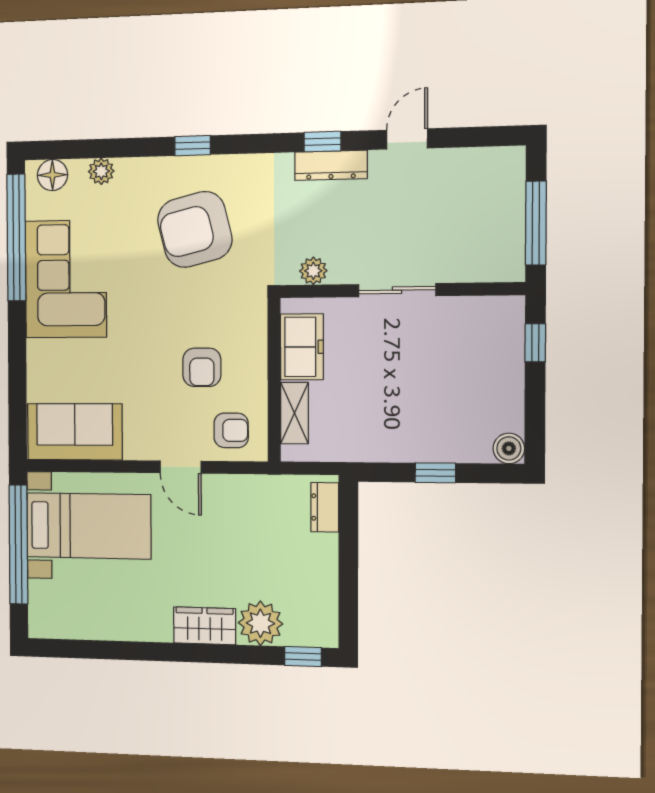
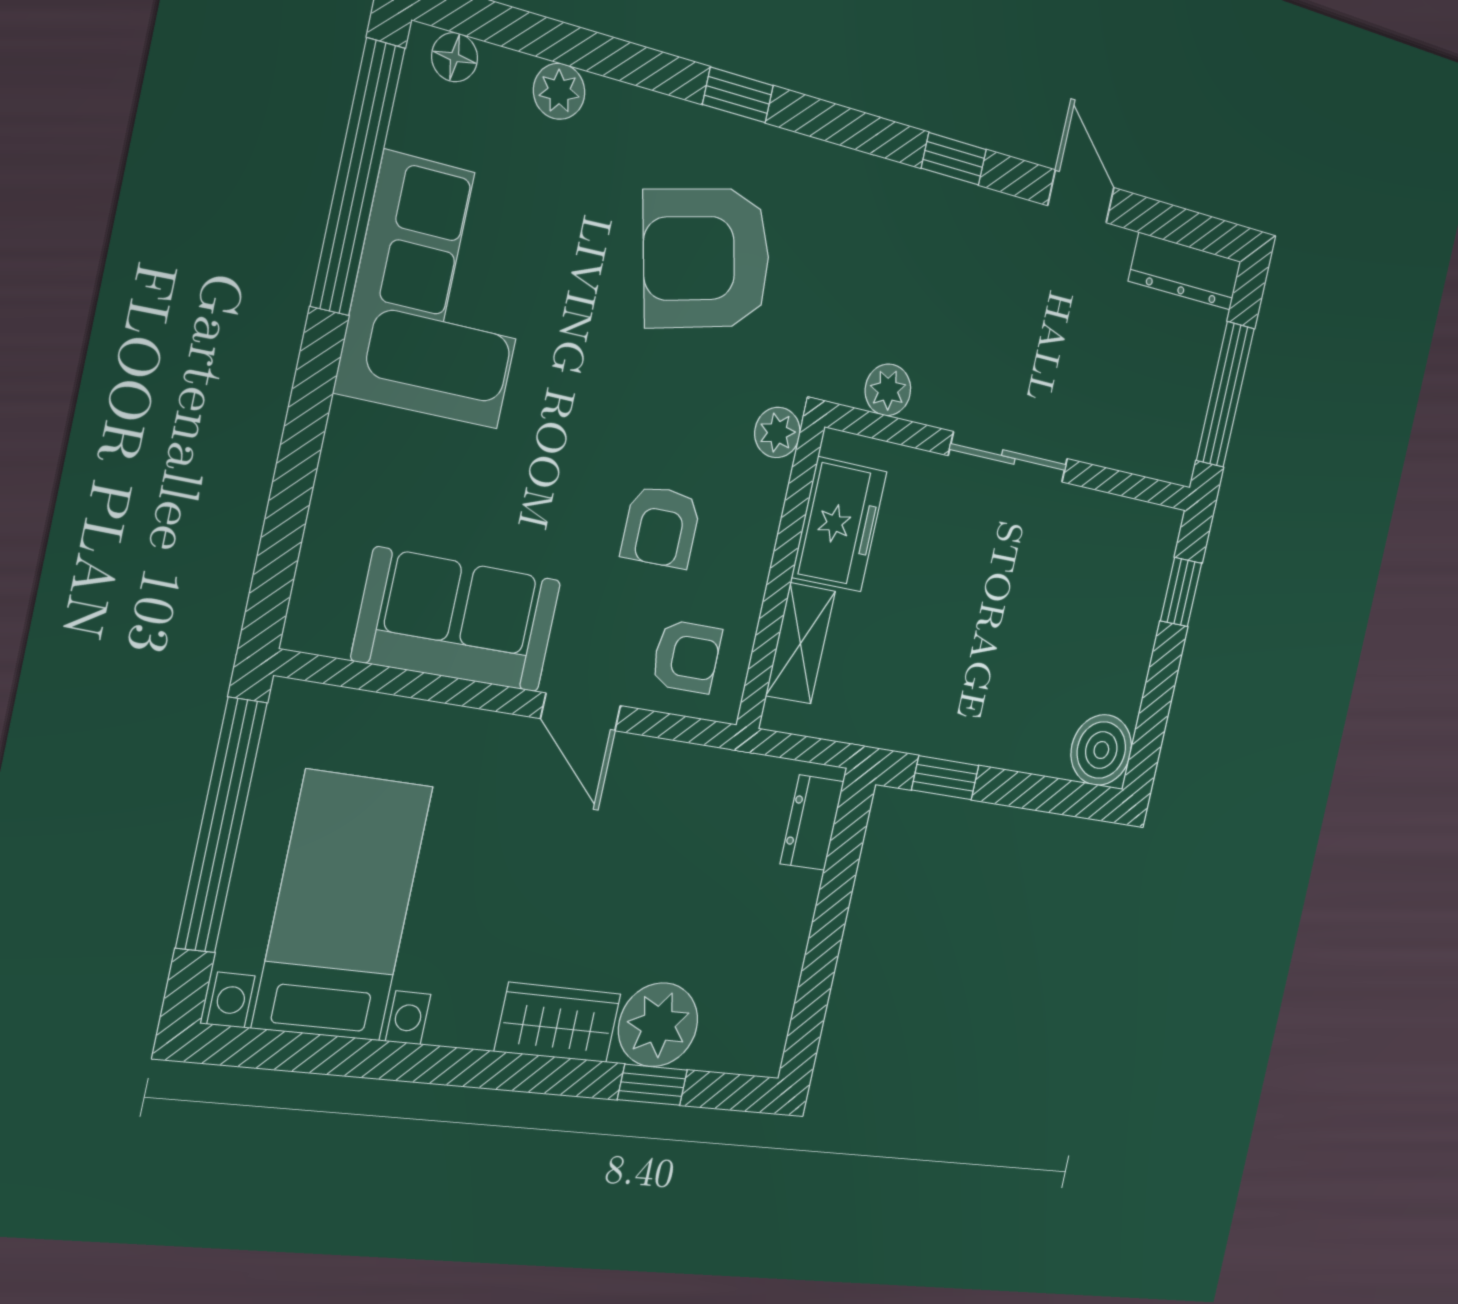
door: (407, 139) -> (1081, 196), hinge flipped
dresser: (331, 165) -> (1185, 271), moved
floor lamp: (52, 175) -> (455, 57), width x0.73, depth x0.73
plant: (255, 307) -> (777, 432), added
sofa: (75, 432) -> (457, 620), moved
boiler: (509, 448) -> (1101, 750), width x1.36, depth x1.36
window: (435, 473) -> (945, 778), moved
bed with nightstands: (89, 526) -> (343, 906), moved, turned -90
window: (303, 657) -> (652, 1085), moved

